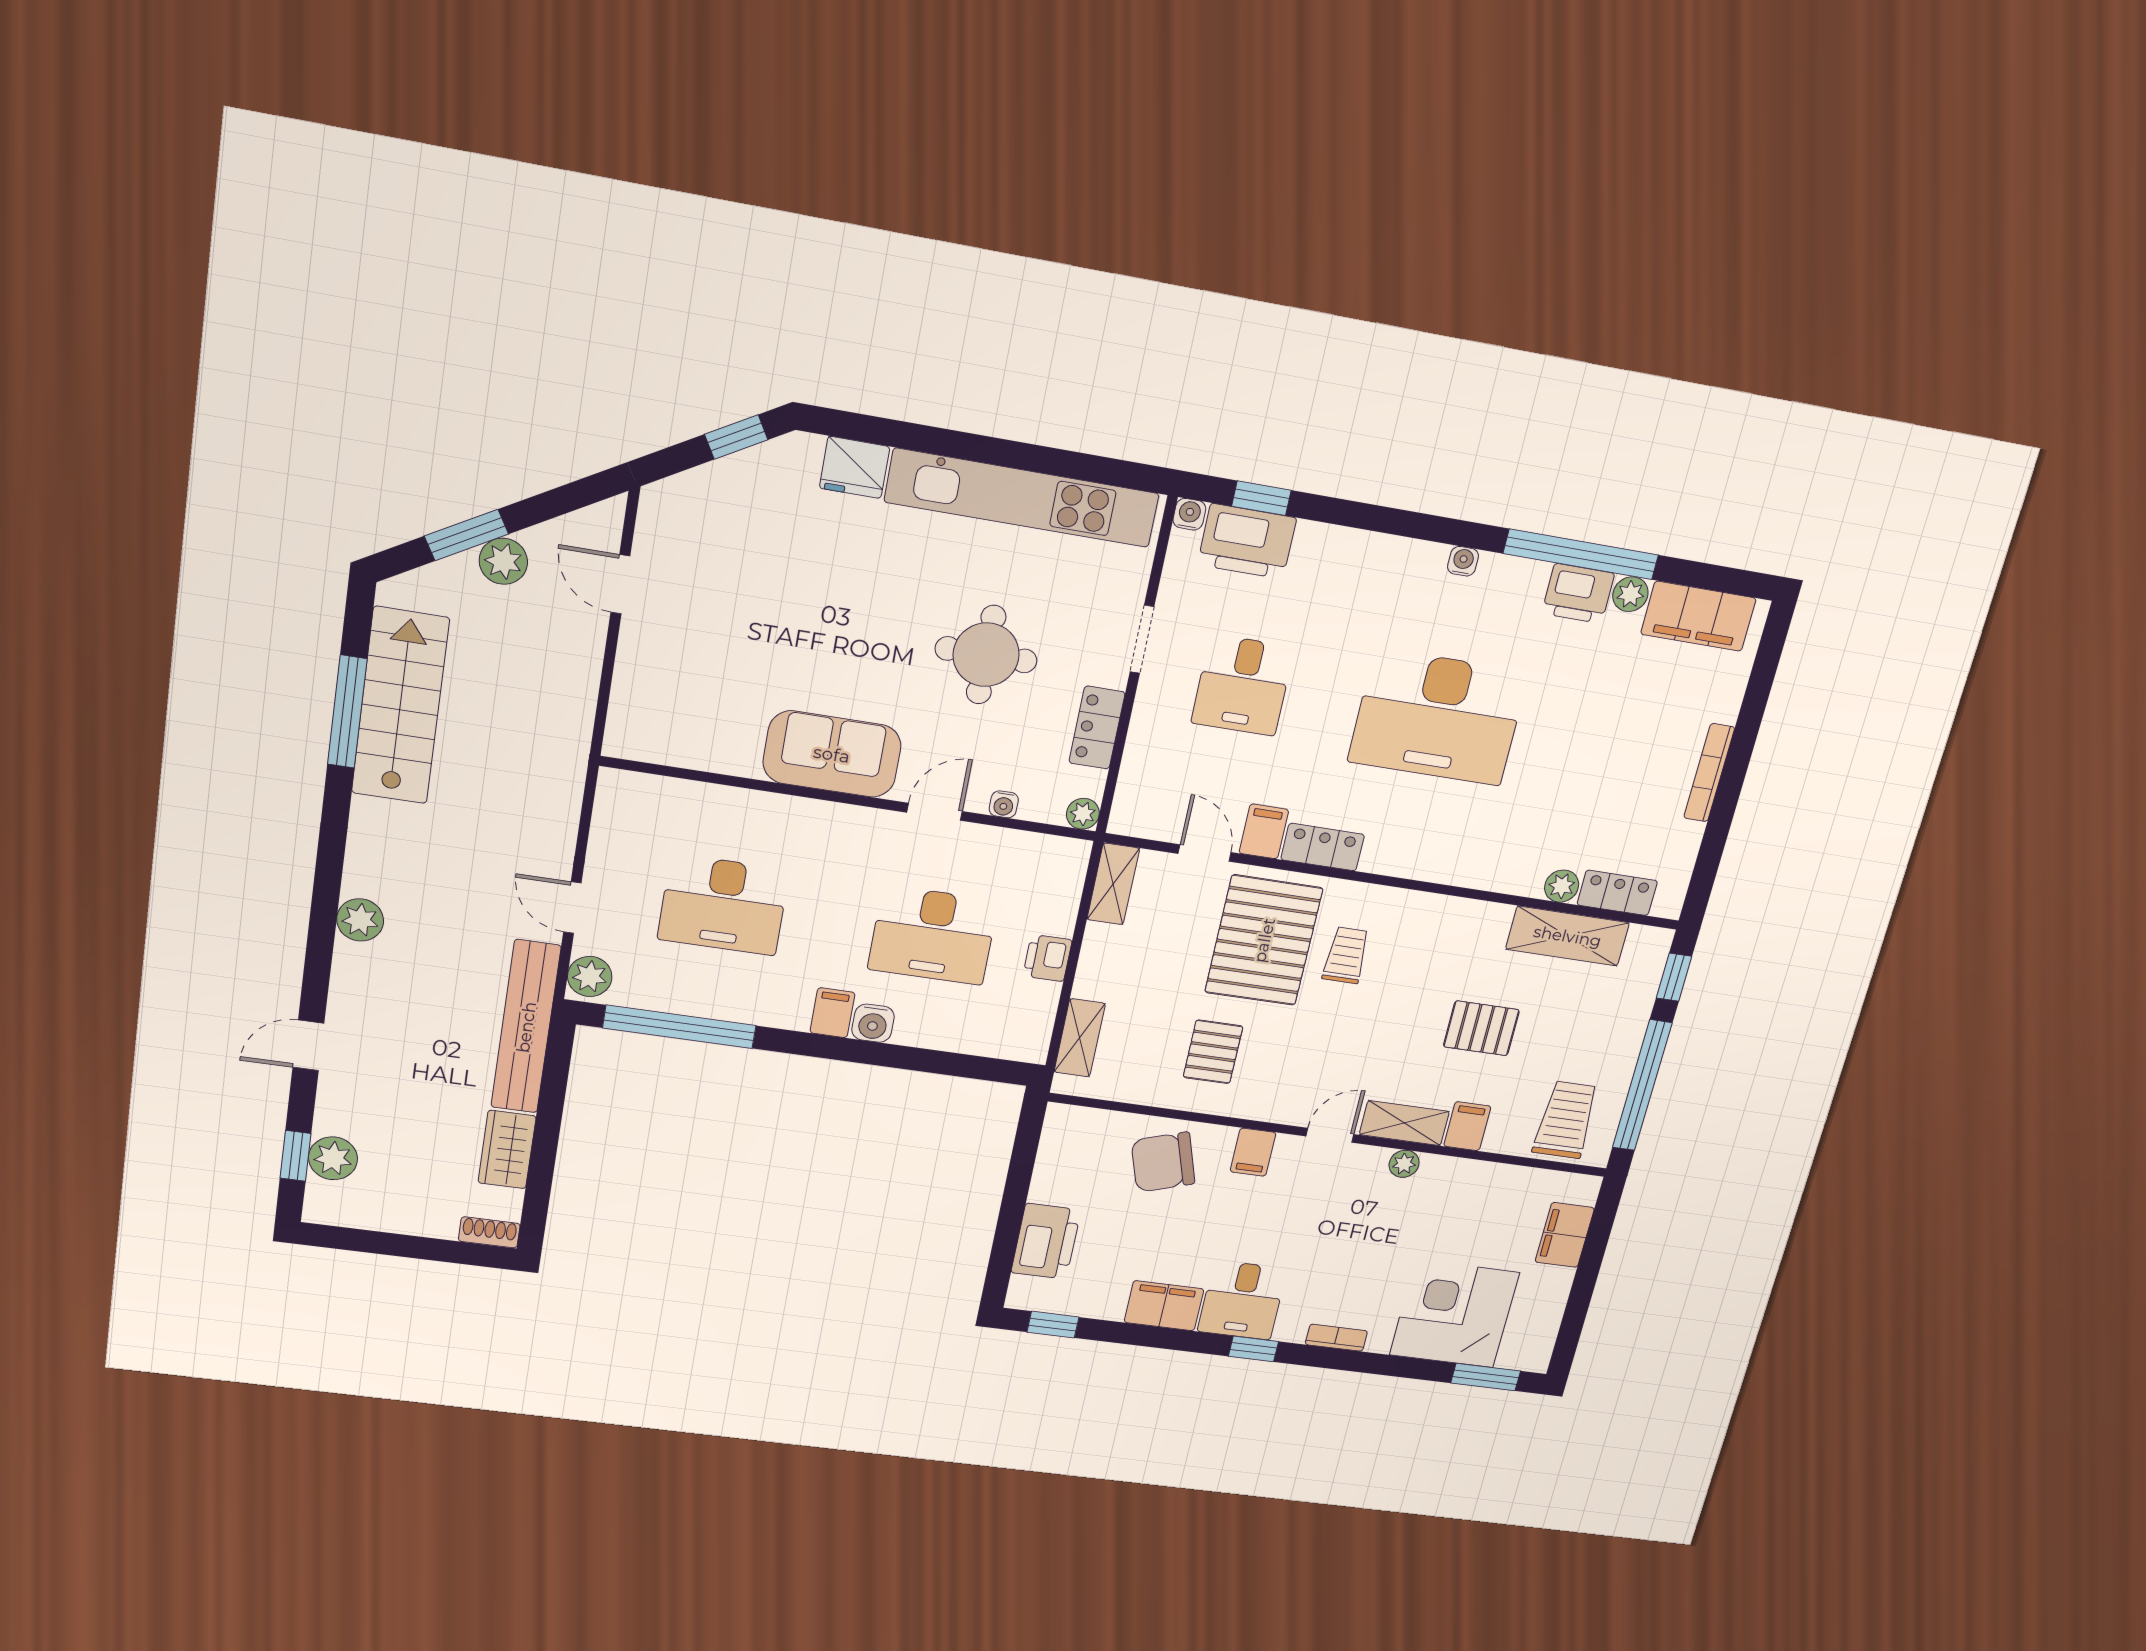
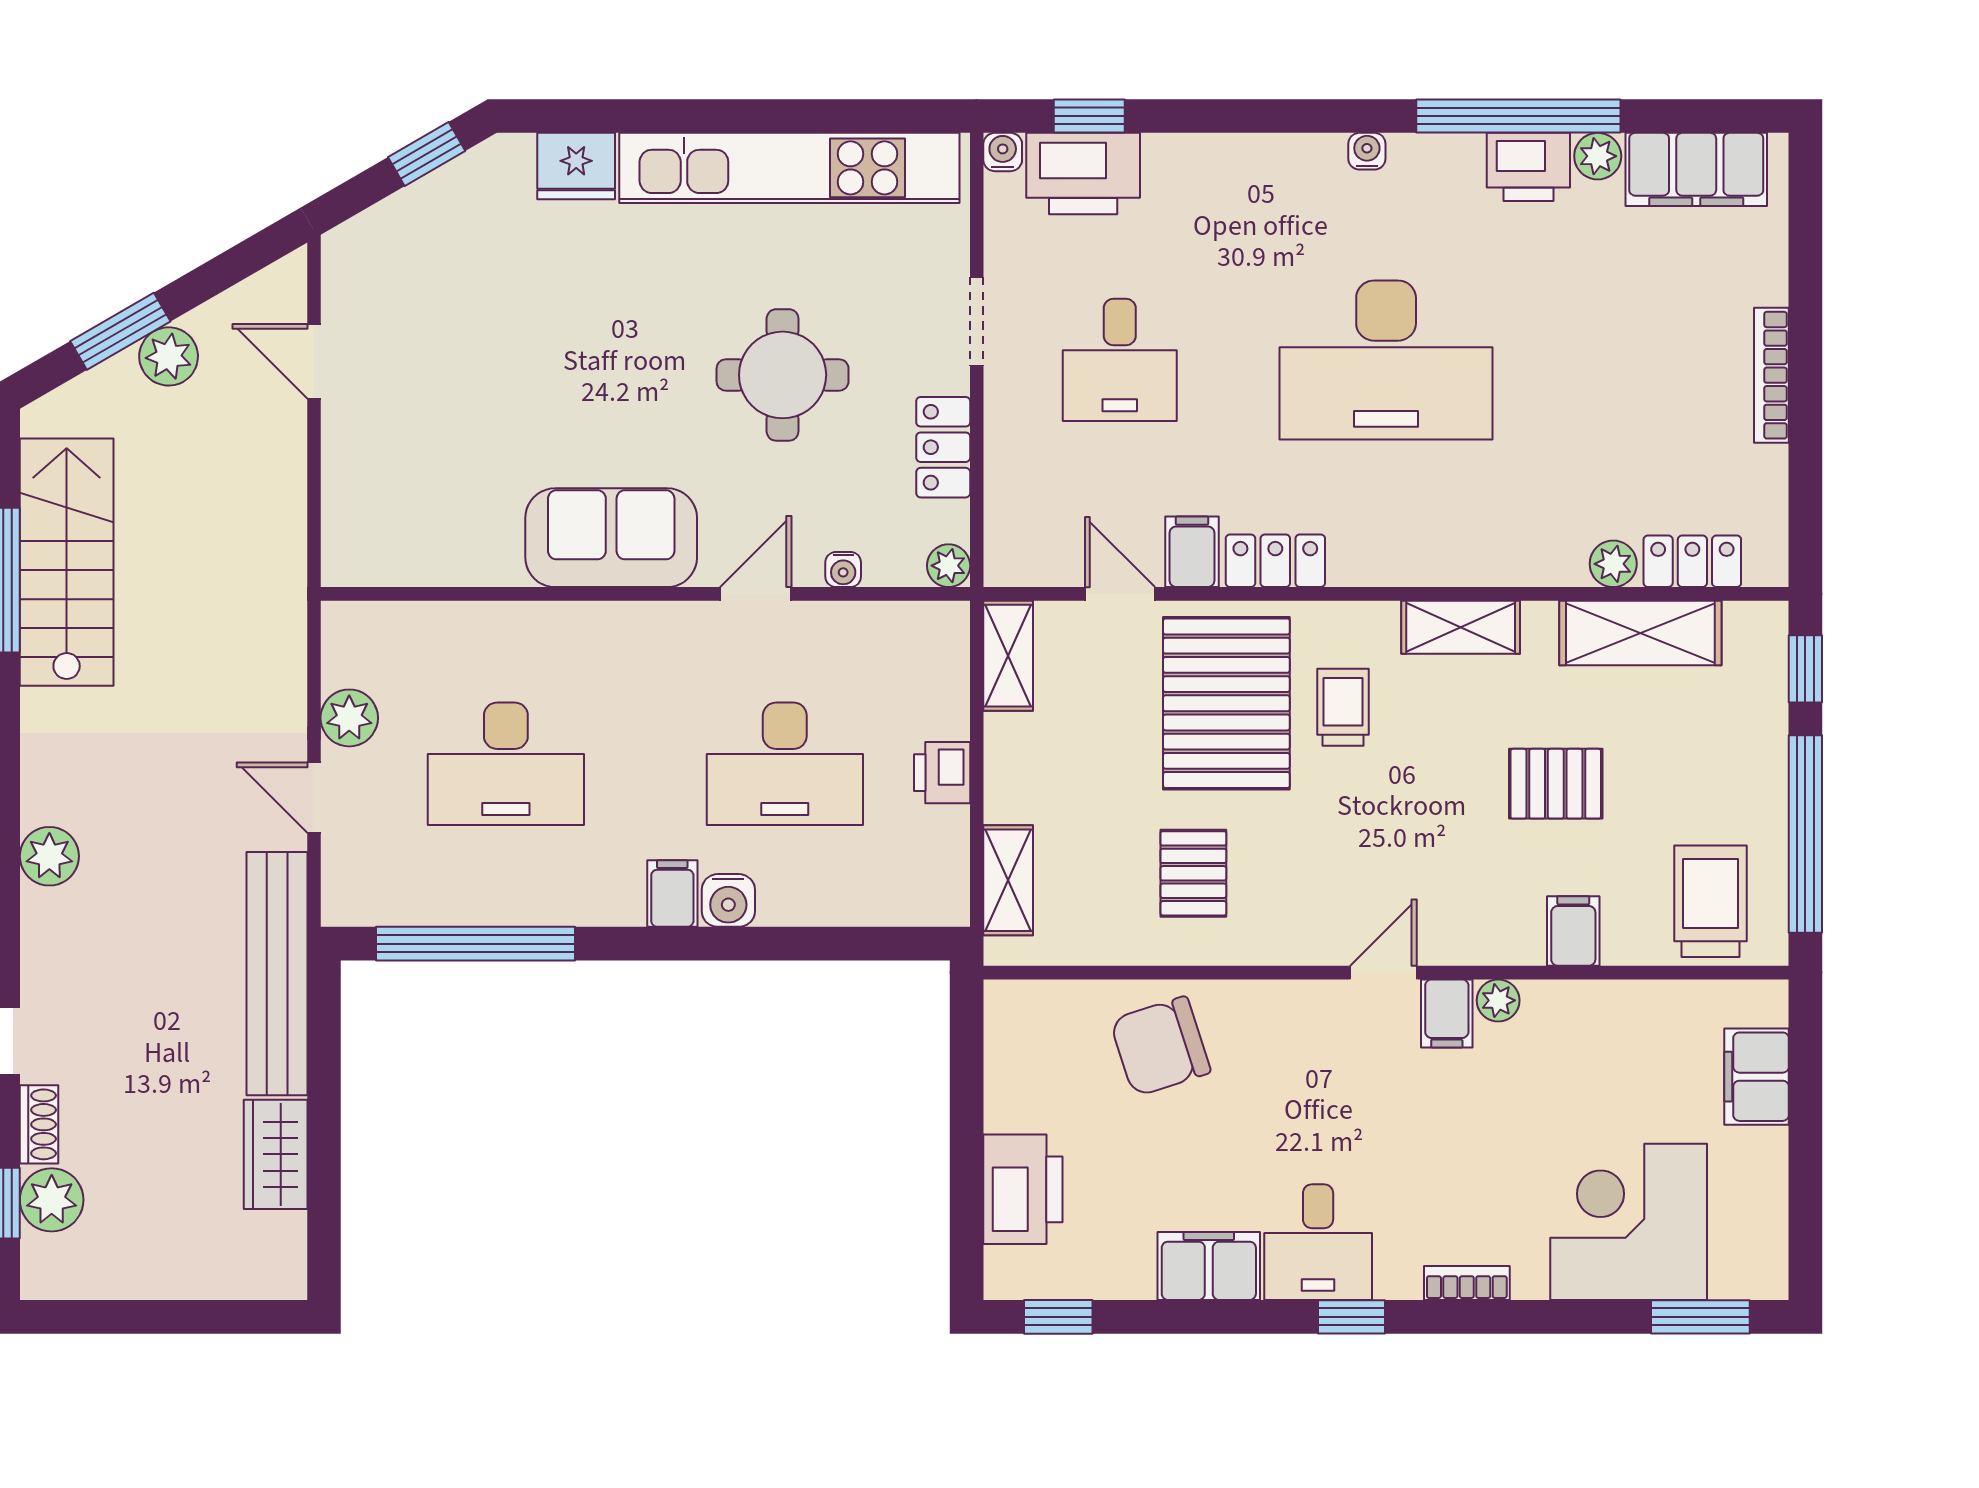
plant: (590, 976) -> (349, 718), moved
shelving: (1404, 1123) -> (1461, 627), moved
filing cabinet: (1253, 1152) -> (1447, 1013), moved
shoe rack: (489, 1232) -> (39, 1124), moved, turned 90

